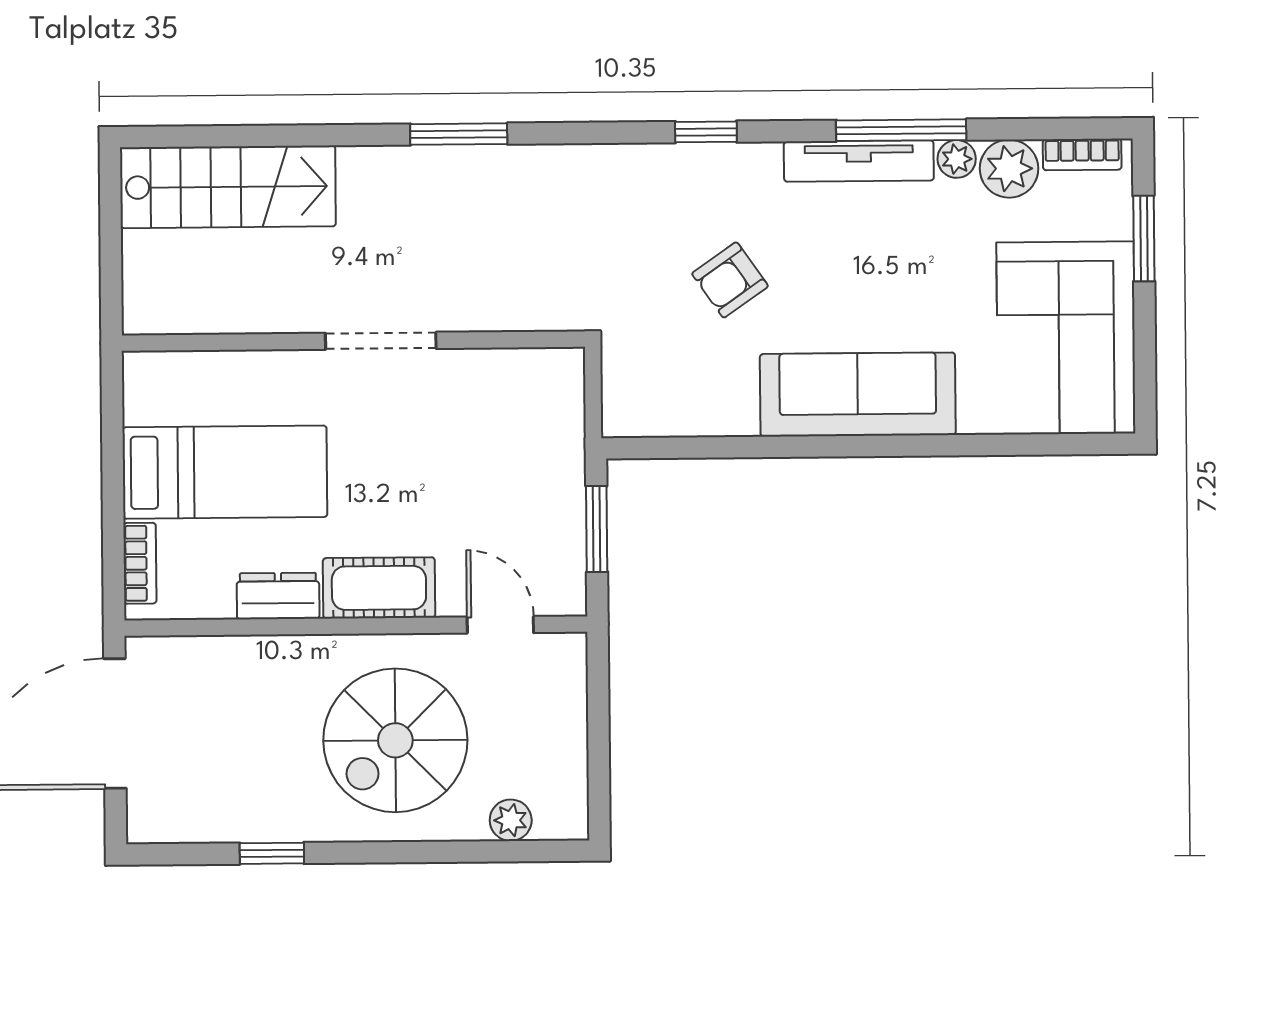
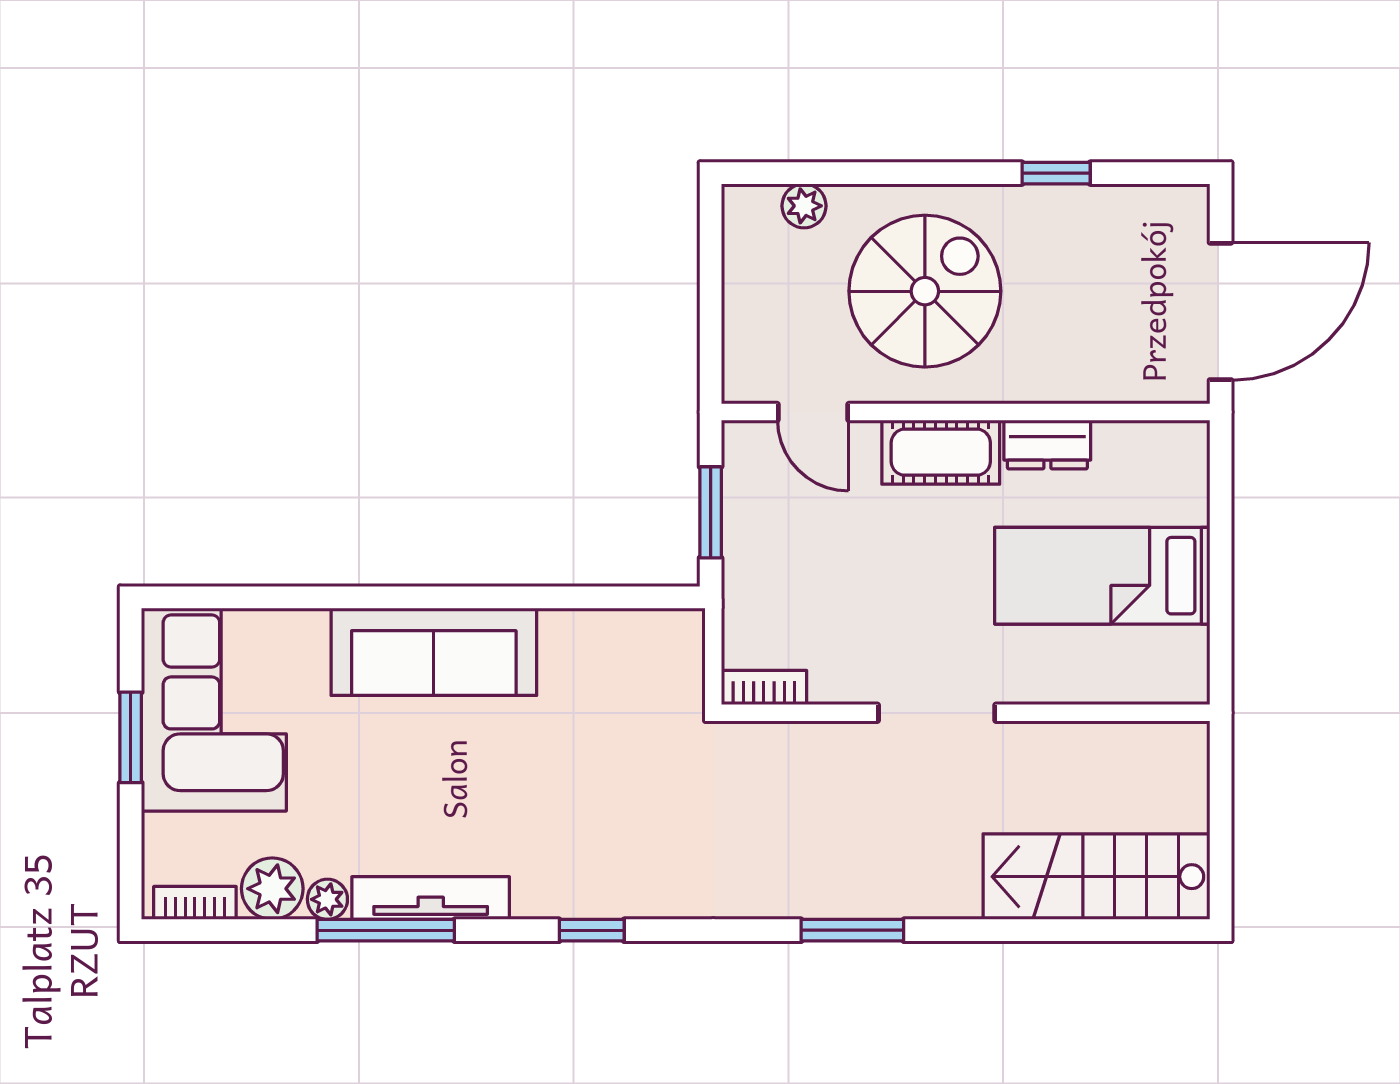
window: (1144, 239) -> (131, 737), moved
armchair: (730, 280) -> (568, 774), removed
bookcase: (140, 563) -> (764, 688), moved, turned 90

